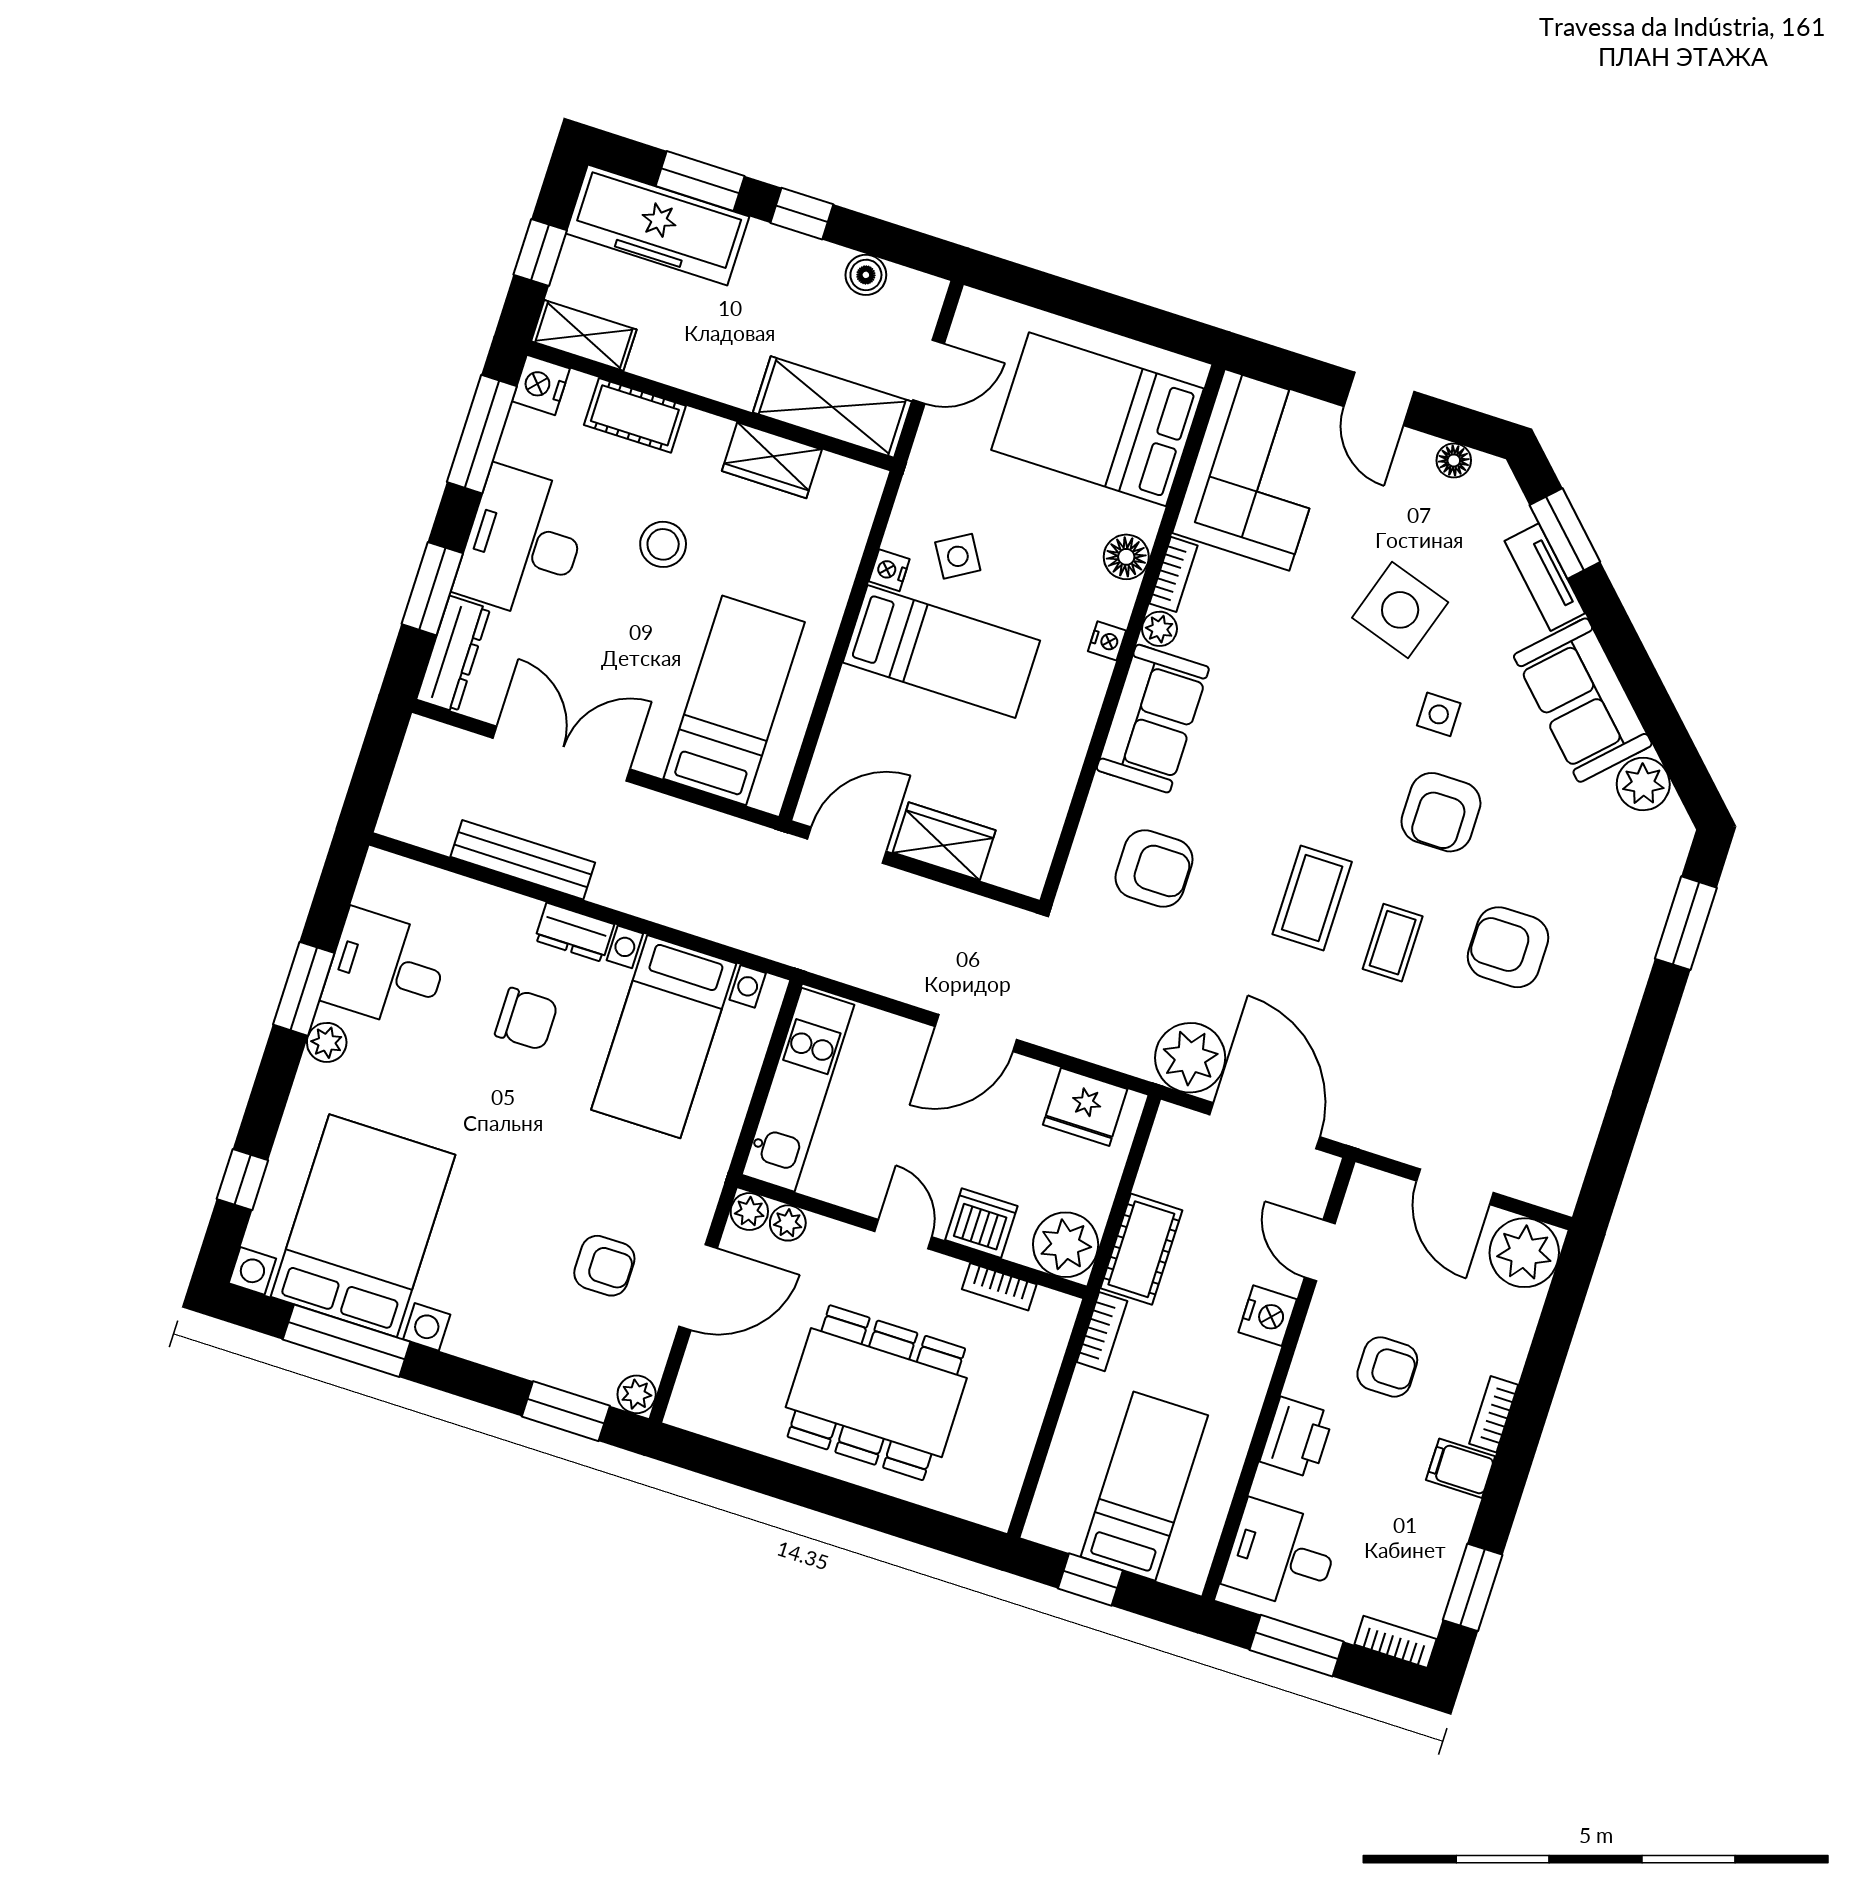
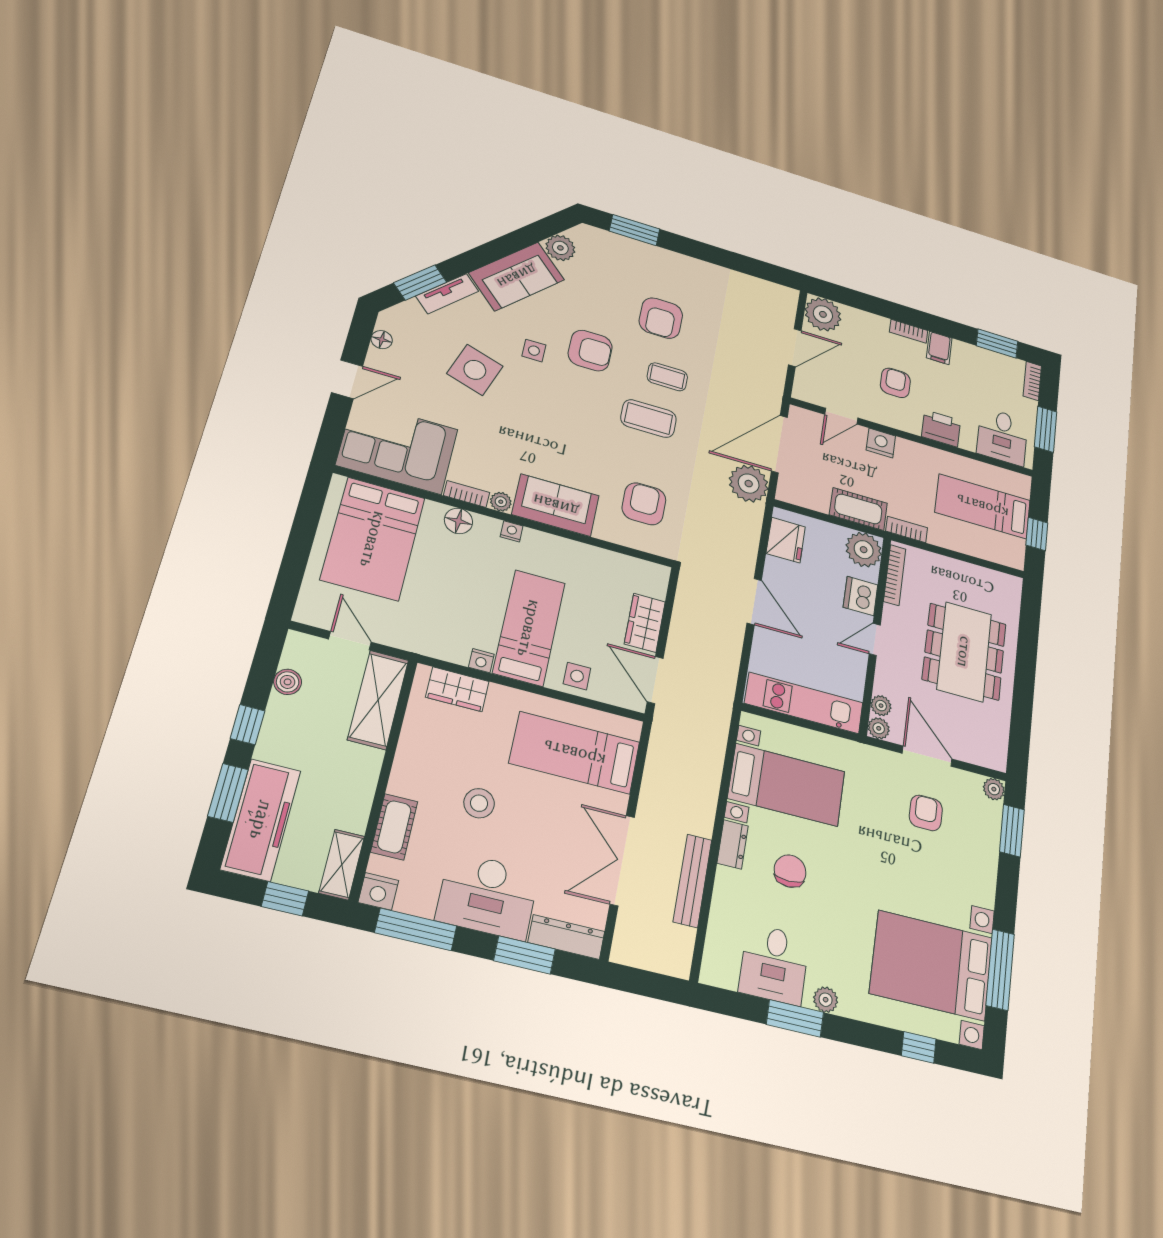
wardrobe: (772, 460) -> (457, 689), moved, turned 90
side table: (958, 556) -> (577, 676), moved, turned 31
bookcase: (999, 1287) -> (895, 575), width x1.56

